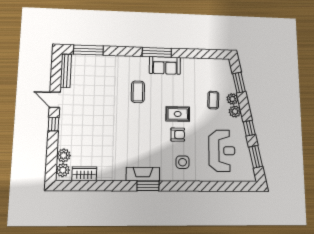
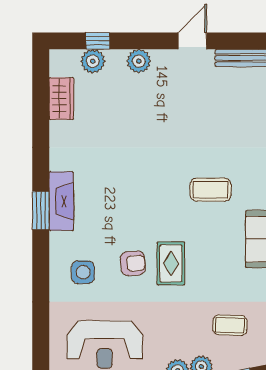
coffee table: (213, 100) -> (230, 325), moved
window: (53, 124) -> (98, 41), moved
armchair: (178, 135) -> (133, 263), turned -94
plant: (63, 170) -> (139, 61), moved

